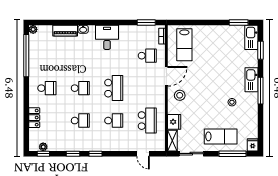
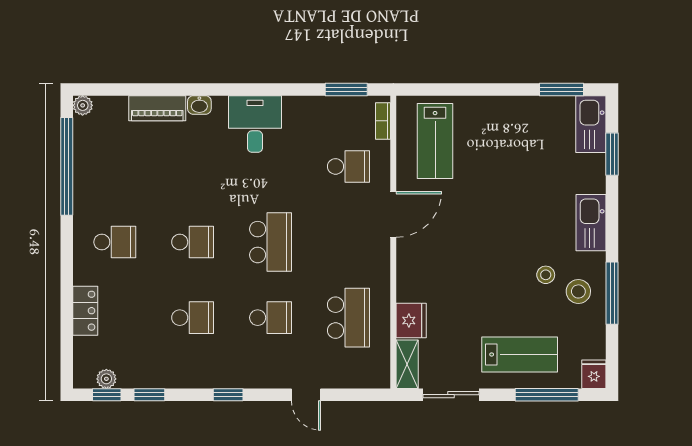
window: (260, 91) -> (612, 293), moved
stool: (180, 95) -> (578, 291), moved
window: (73, 154) -> (149, 395), moved
door: (143, 154) -> (306, 395), moved

